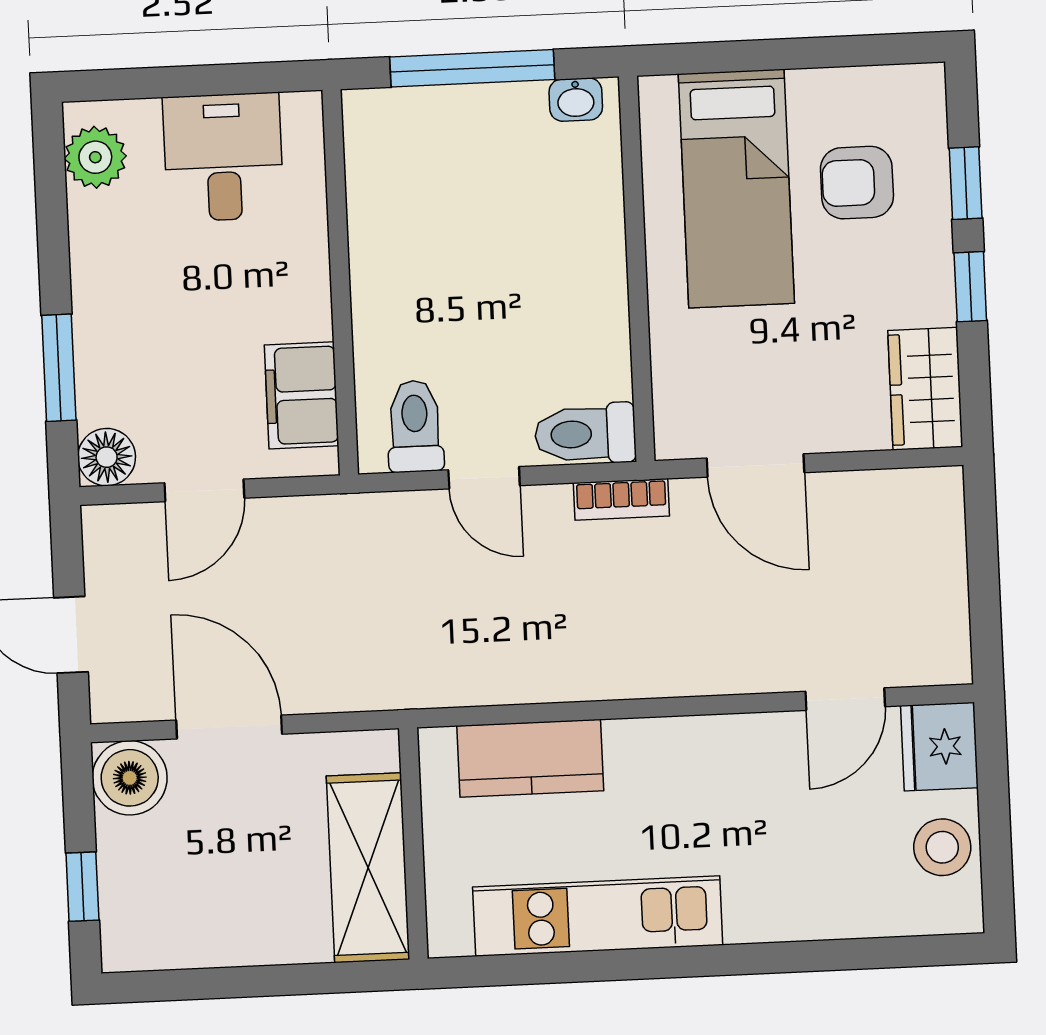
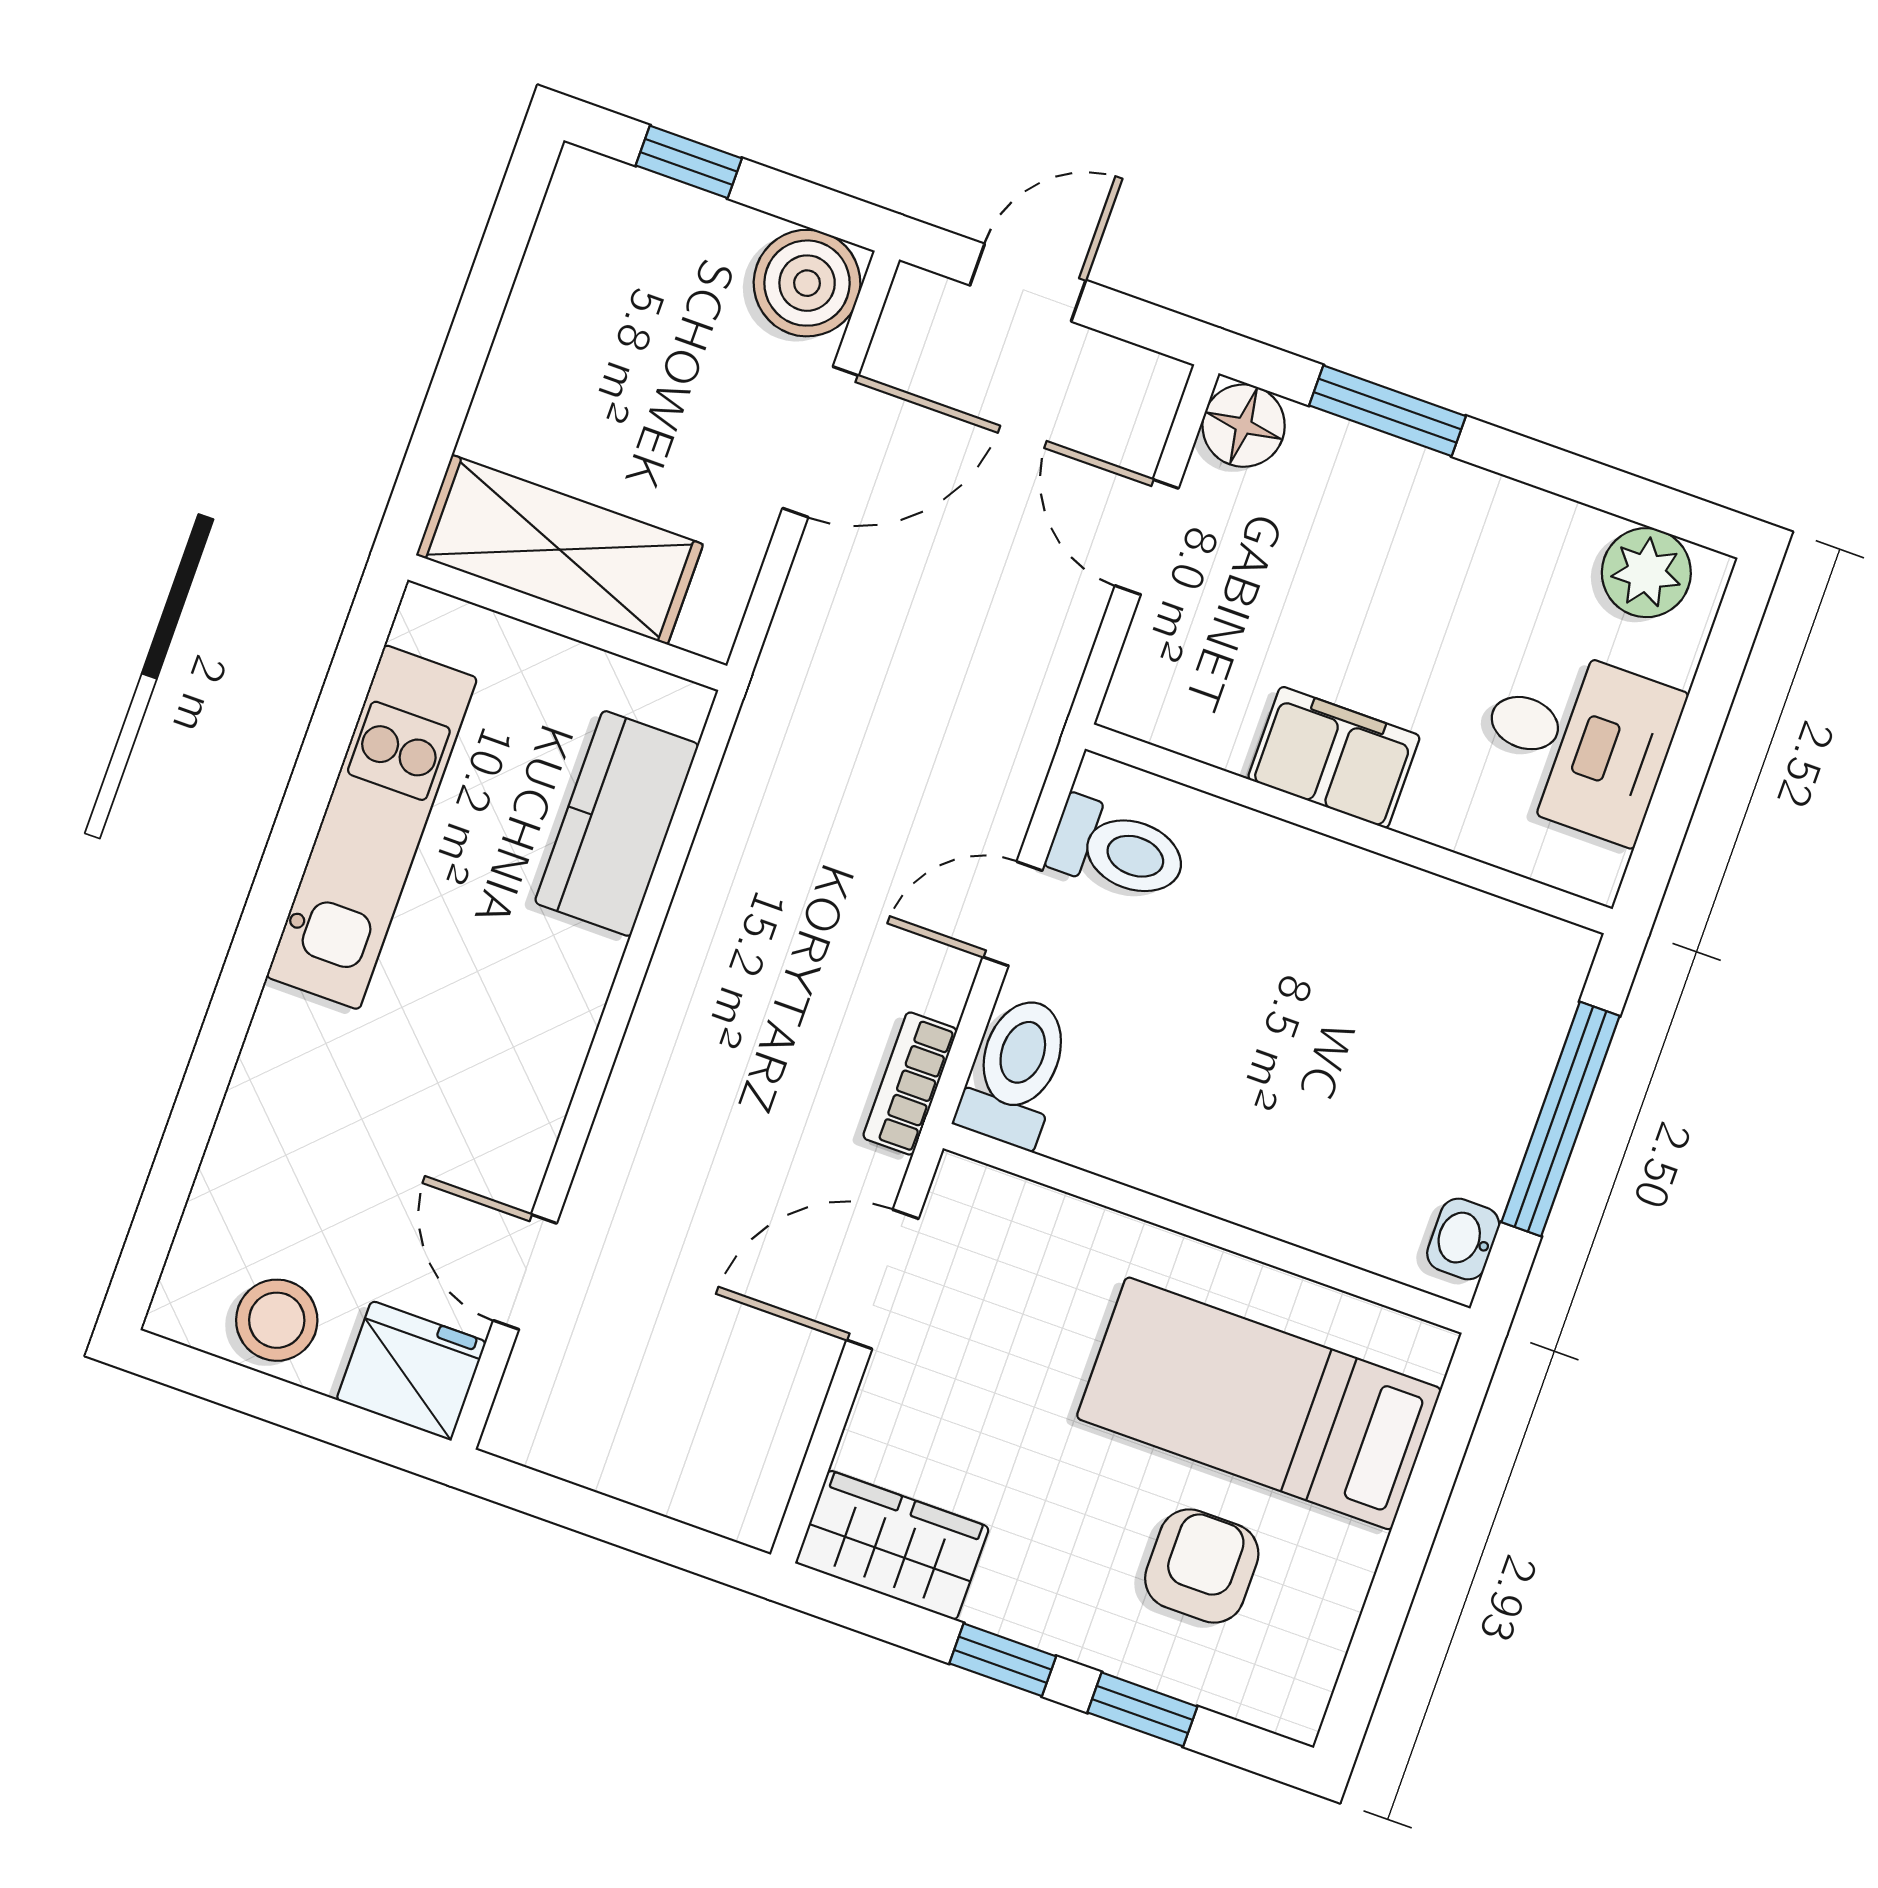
filing cabinet: (302, 395) -> (1334, 757), moved

